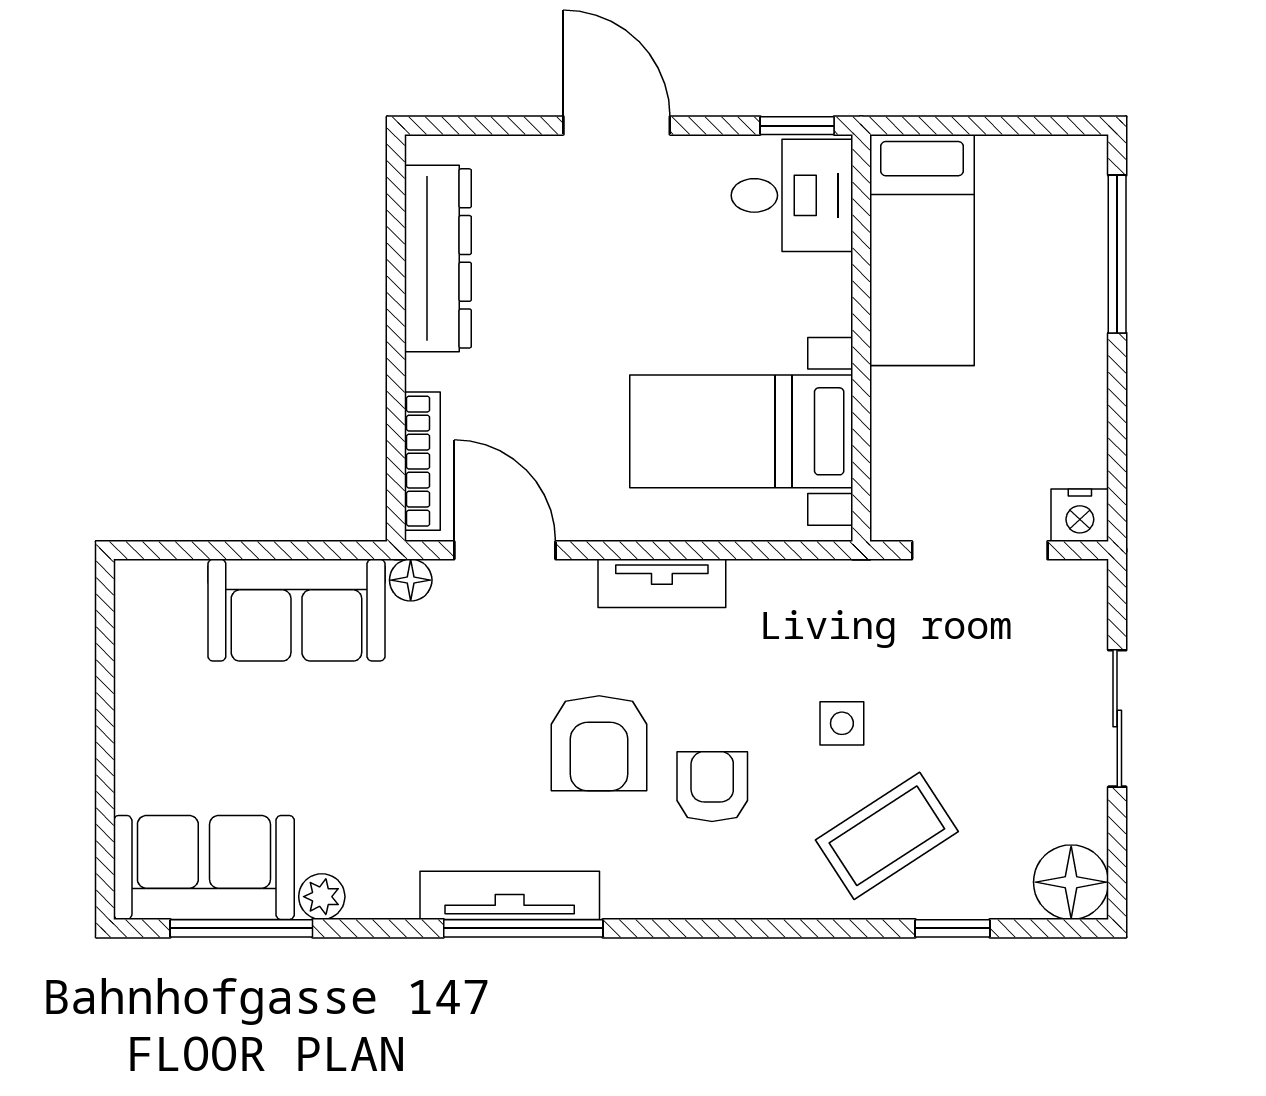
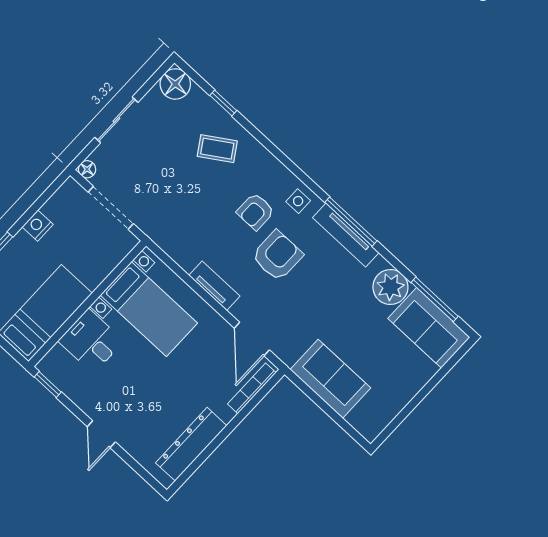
door: (617, 126) -> (101, 434), width x0.73
desk: (792, 195) -> (91, 341), moved
nightstand: (1080, 515) -> (38, 226), moved, turned -90
floor lamp: (411, 580) -> (87, 169), moved
side table: (842, 723) -> (298, 201), moved
coffee table: (887, 836) -> (217, 149), width x0.73, depth x0.77
plant: (322, 897) -> (390, 287), width x1.87, depth x1.87

